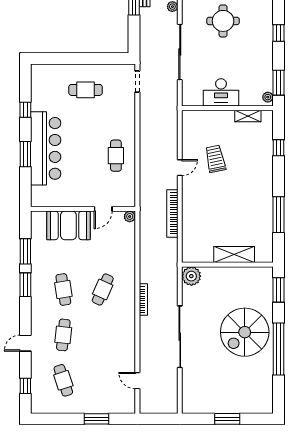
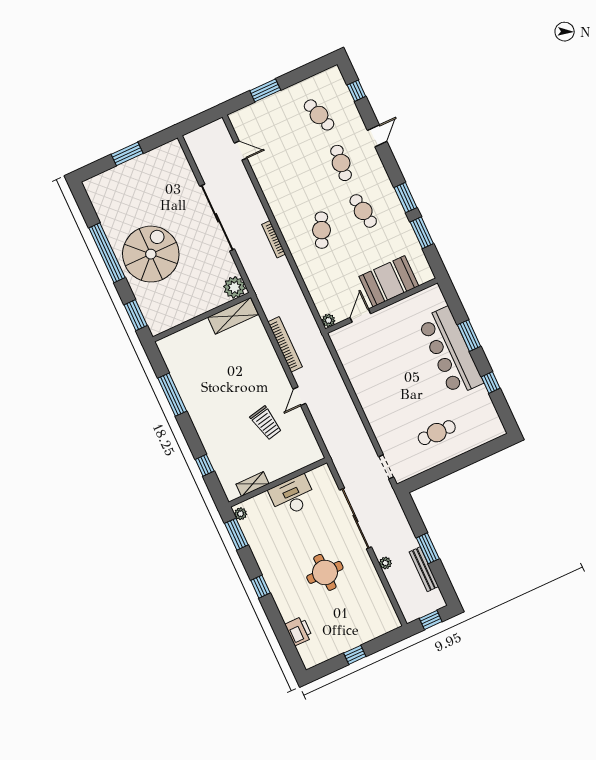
cafe table: (116, 156) -> (373, 378), removed
shelving: (234, 254) -> (233, 316), moved

